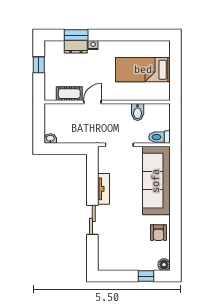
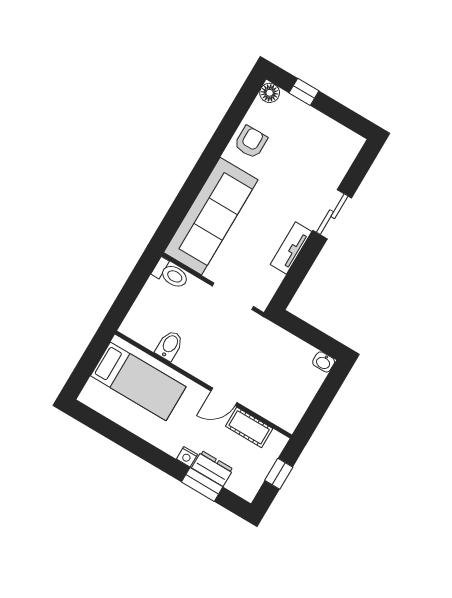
cot: (69, 94) -> (249, 427), moved
door: (92, 102) -> (224, 397), moved
wall: (107, 102) -> (203, 385), moved
bidet: (138, 112) -> (169, 345), moved

